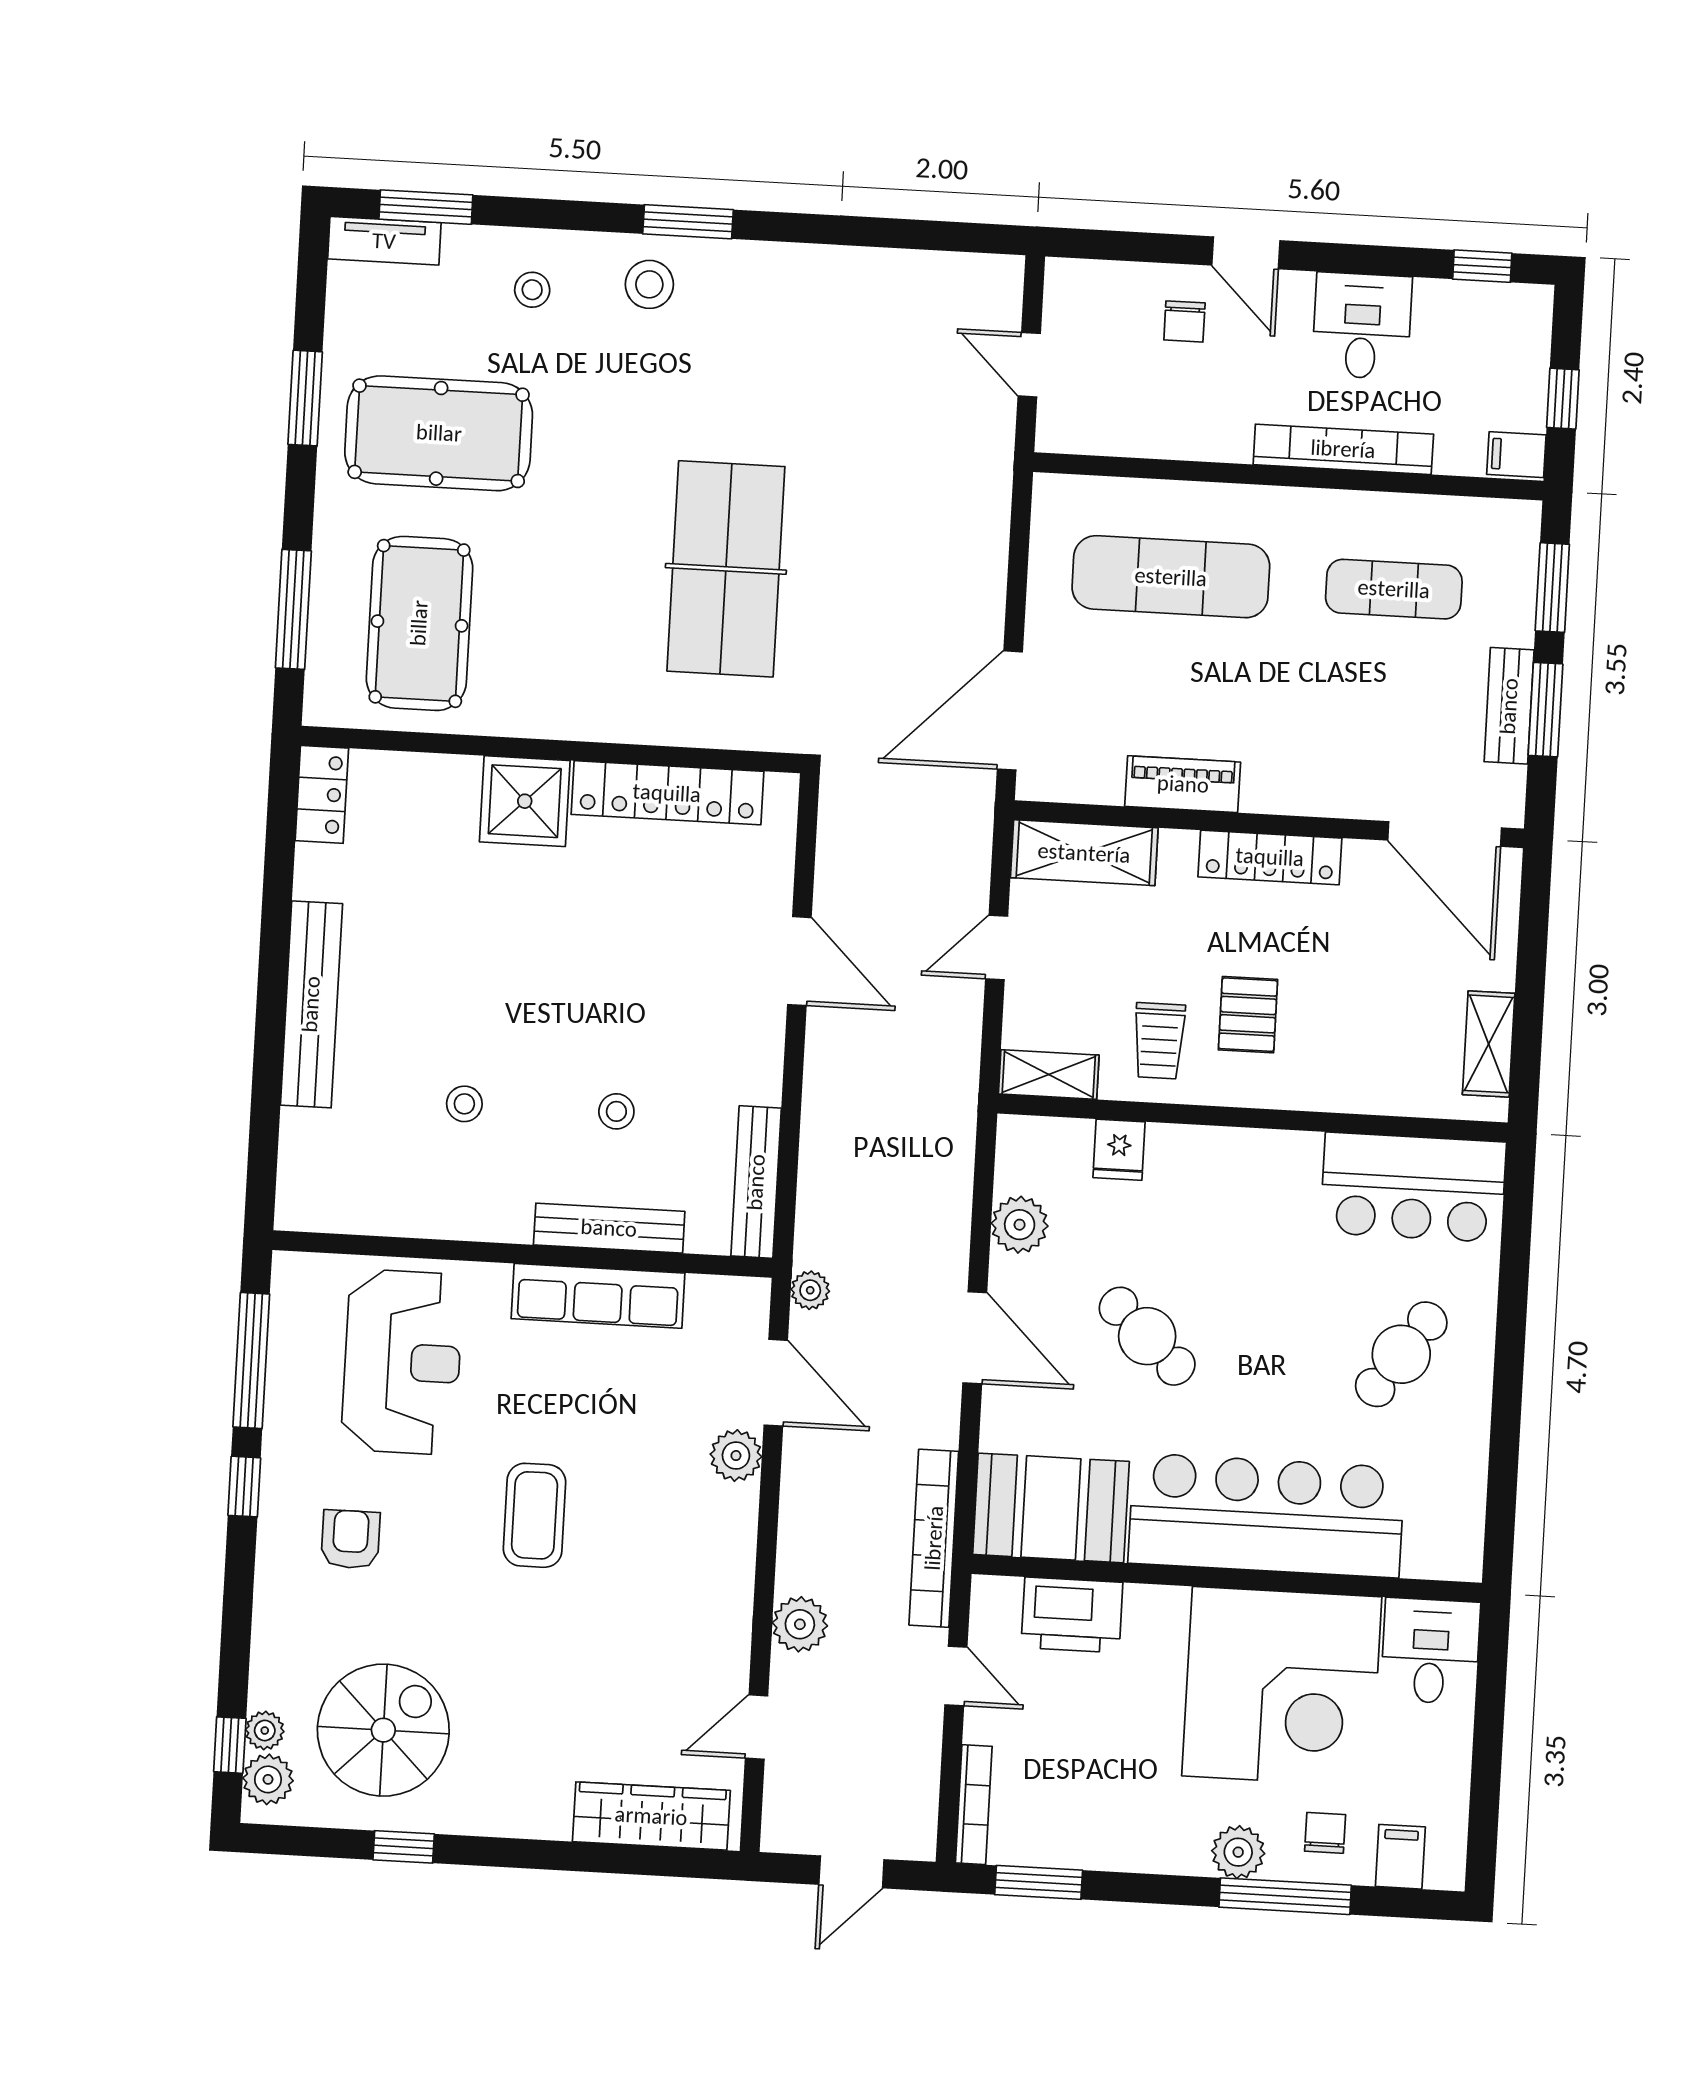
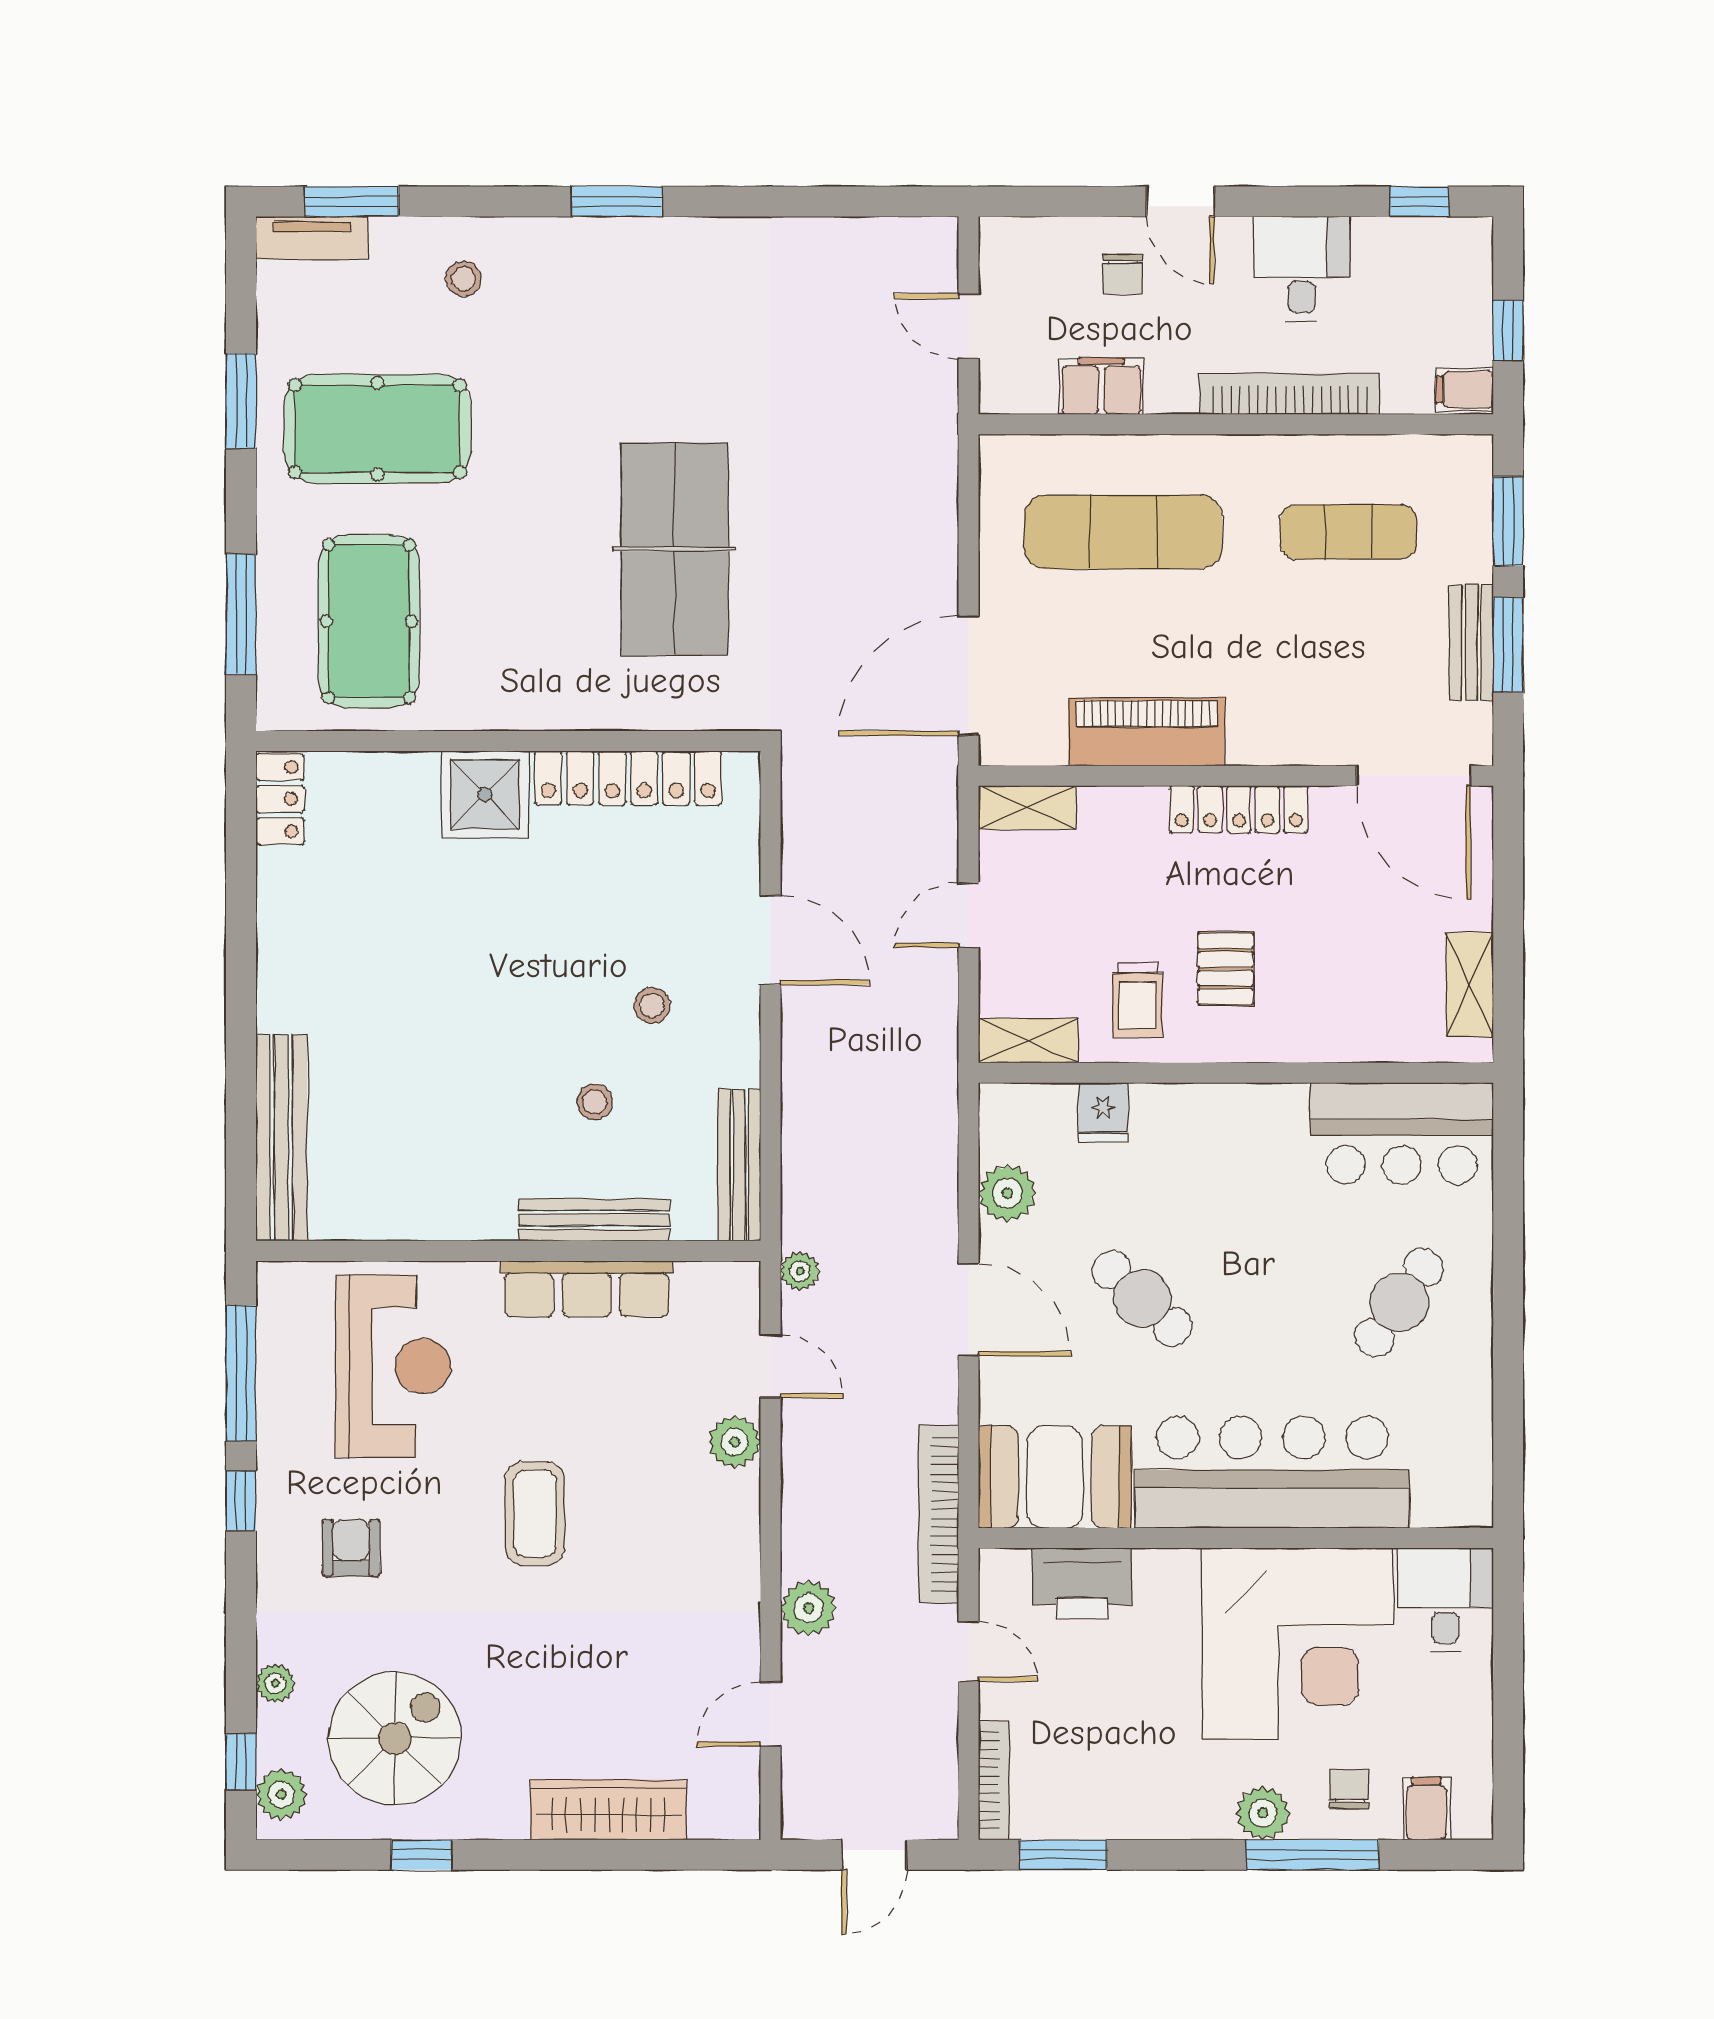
stool: (649, 284) -> (581, 267), removed
filing cabinet: (1157, 431) -> (1102, 386), added
piano: (1183, 784) -> (1147, 732), width x1.37, depth x1.33
shelving: (1084, 853) -> (1027, 807), width x0.67, depth x0.75
bench: (311, 1004) -> (281, 1138), moved
stool: (464, 1104) -> (652, 1005), moved
door: (776, 1383) -> (771, 1366), width x0.73
plant: (265, 1731) -> (275, 1683), moved
wardrobe: (651, 1816) -> (609, 1810), moved

